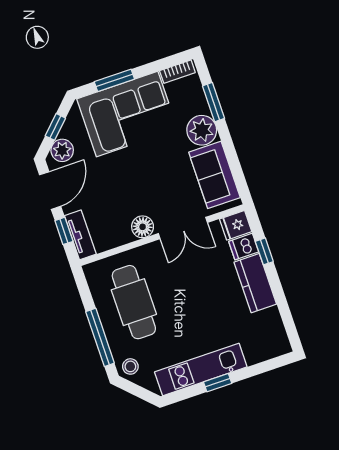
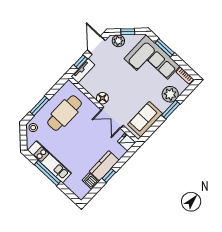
window: (213, 102) -> (171, 110), moved
plant: (202, 130) -> (170, 94), moved
door: (50, 191) -> (96, 45), swing flipped
dishwasher: (244, 247) -> (90, 181), moved
window: (264, 251) -> (109, 175), moved
window: (100, 337) -> (39, 106), width x0.69
window: (218, 383) -> (47, 173), width x2.17

